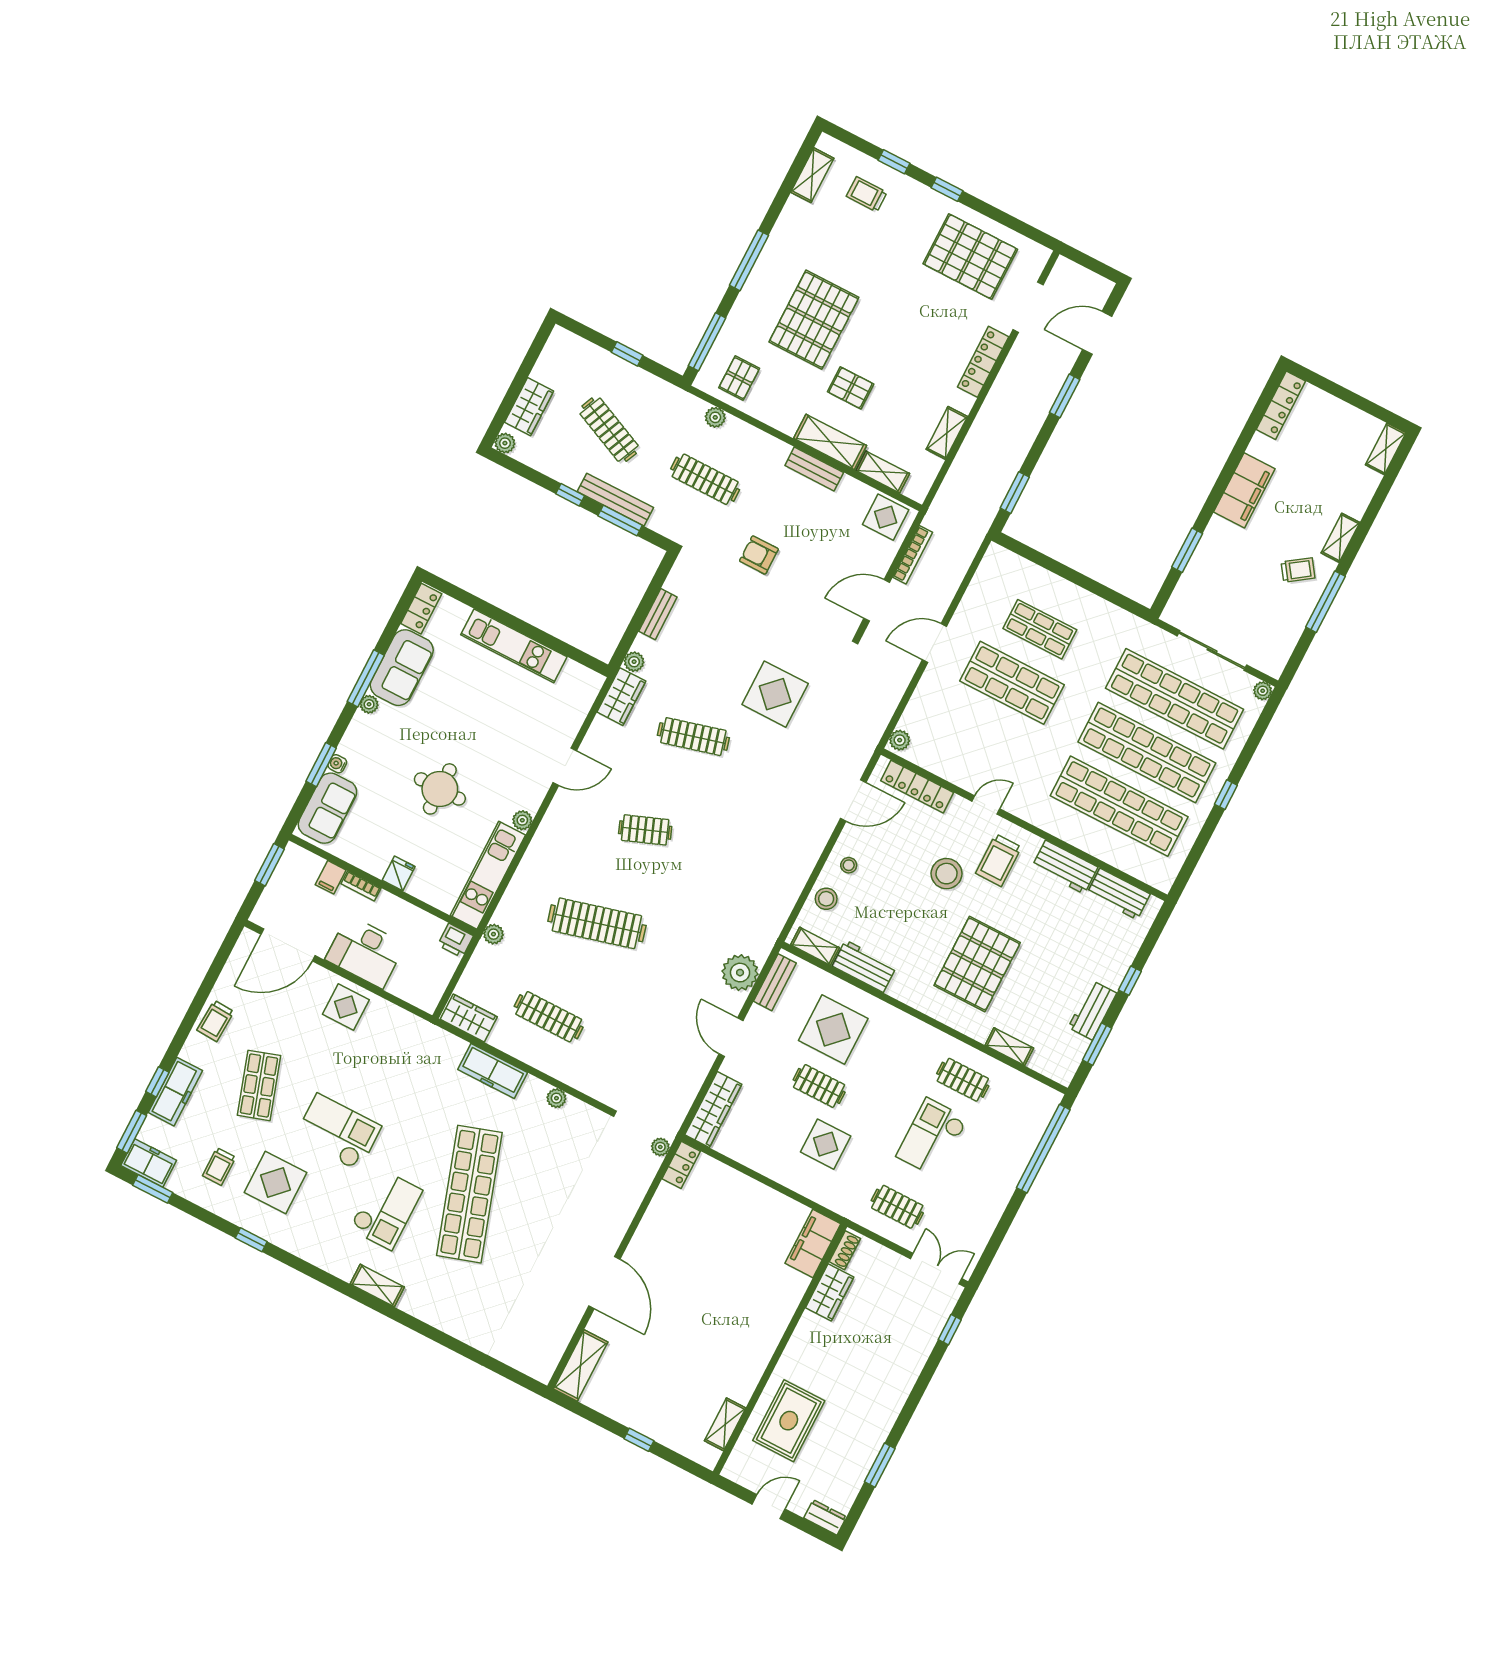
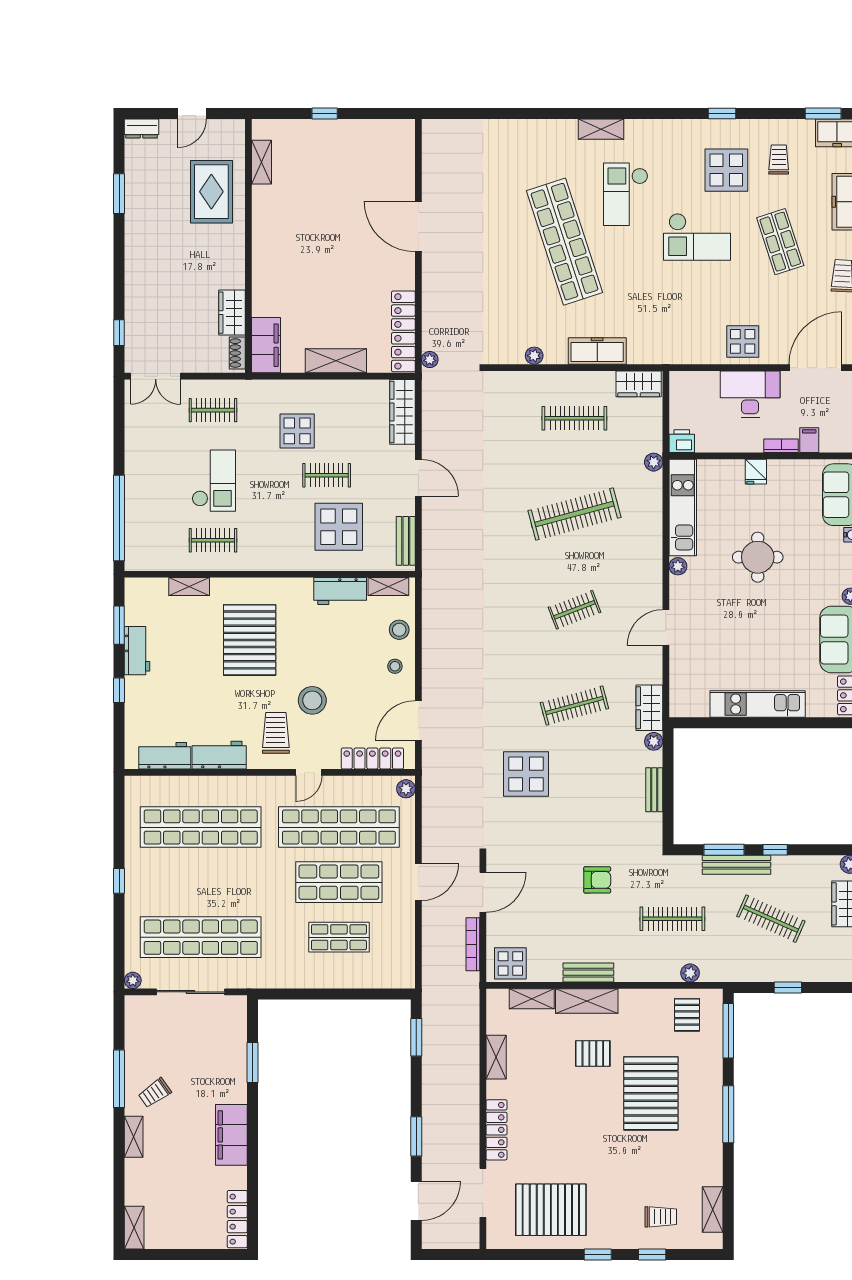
shop shelf: (1147, 752) -> (339, 827), moved
plant: (740, 973) -> (438, 534), removed
locker: (681, 1165) -> (403, 331), width x2.16, depth x1.21
shelving: (581, 1365) -> (336, 361), moved, turned 90

